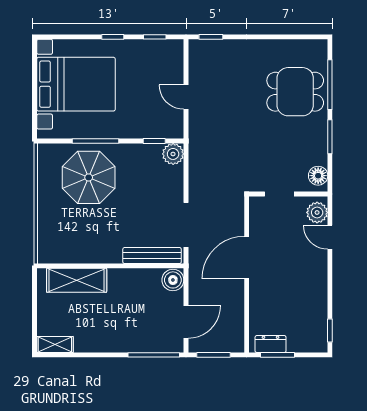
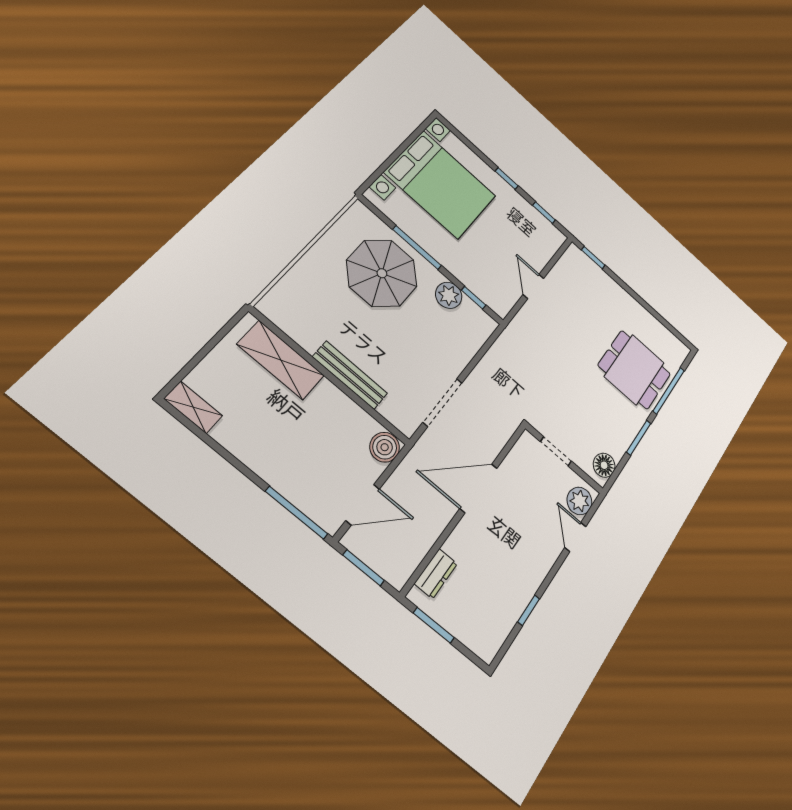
plant: (173, 154) -> (449, 295), moved
bench: (152, 256) -> (350, 375), moved
window: (330, 330) -> (529, 610), moved
dresser: (271, 344) -> (436, 574), moved, turned 90

